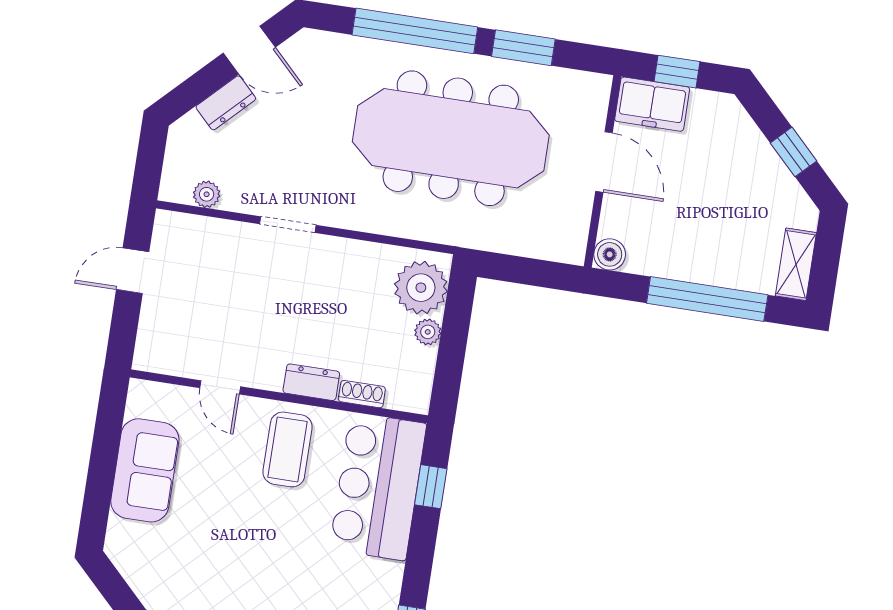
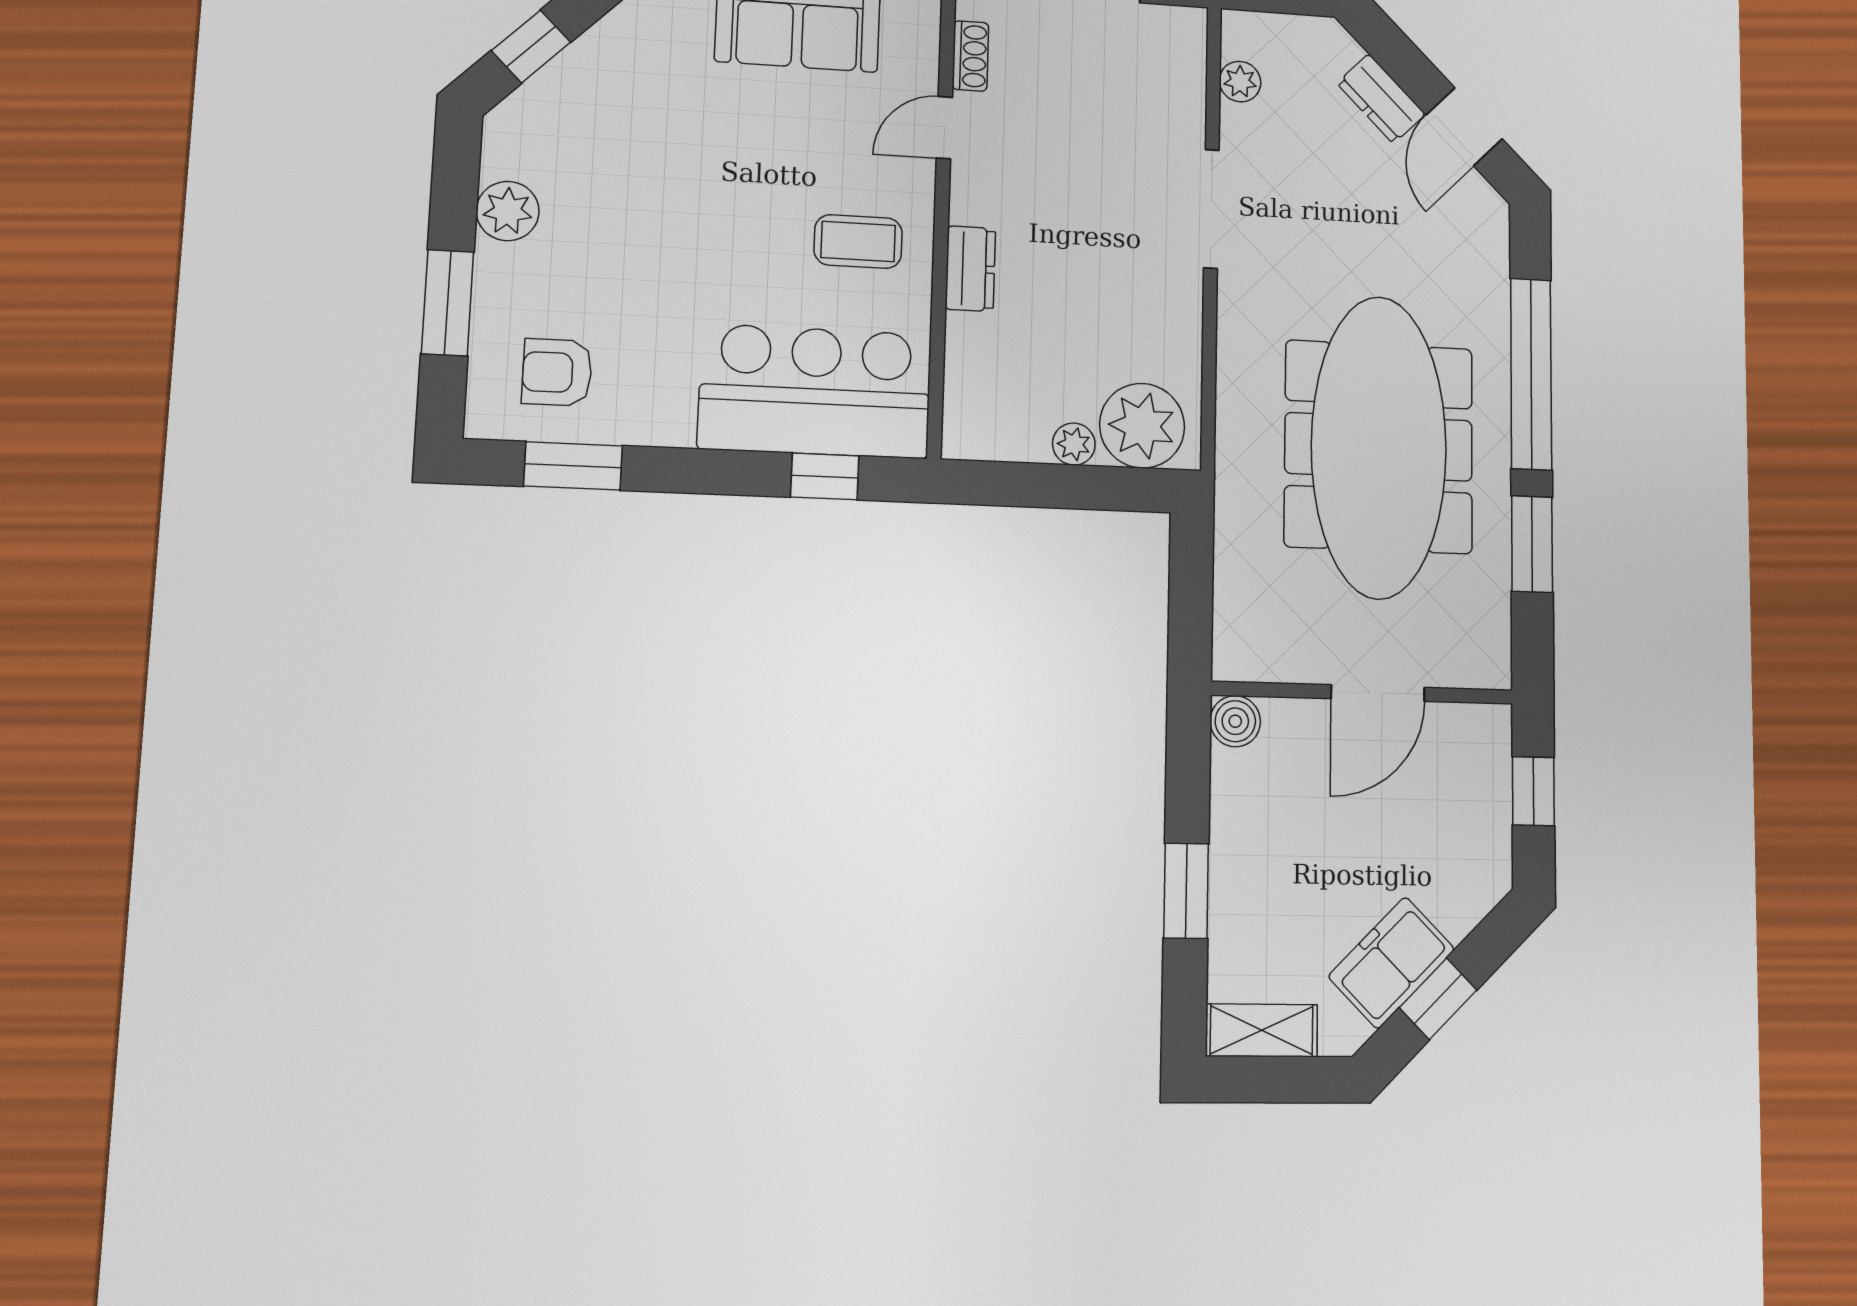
freezer: (652, 104) -> (1392, 963), moved, turned 45
doorway: (288, 225) -> (1211, 209), width x1.38
window: (707, 299) -> (1186, 891), width x0.47
shoe rack: (362, 394) -> (970, 56), moved
coffee table: (288, 449) -> (858, 242), width x0.73, depth x0.77

